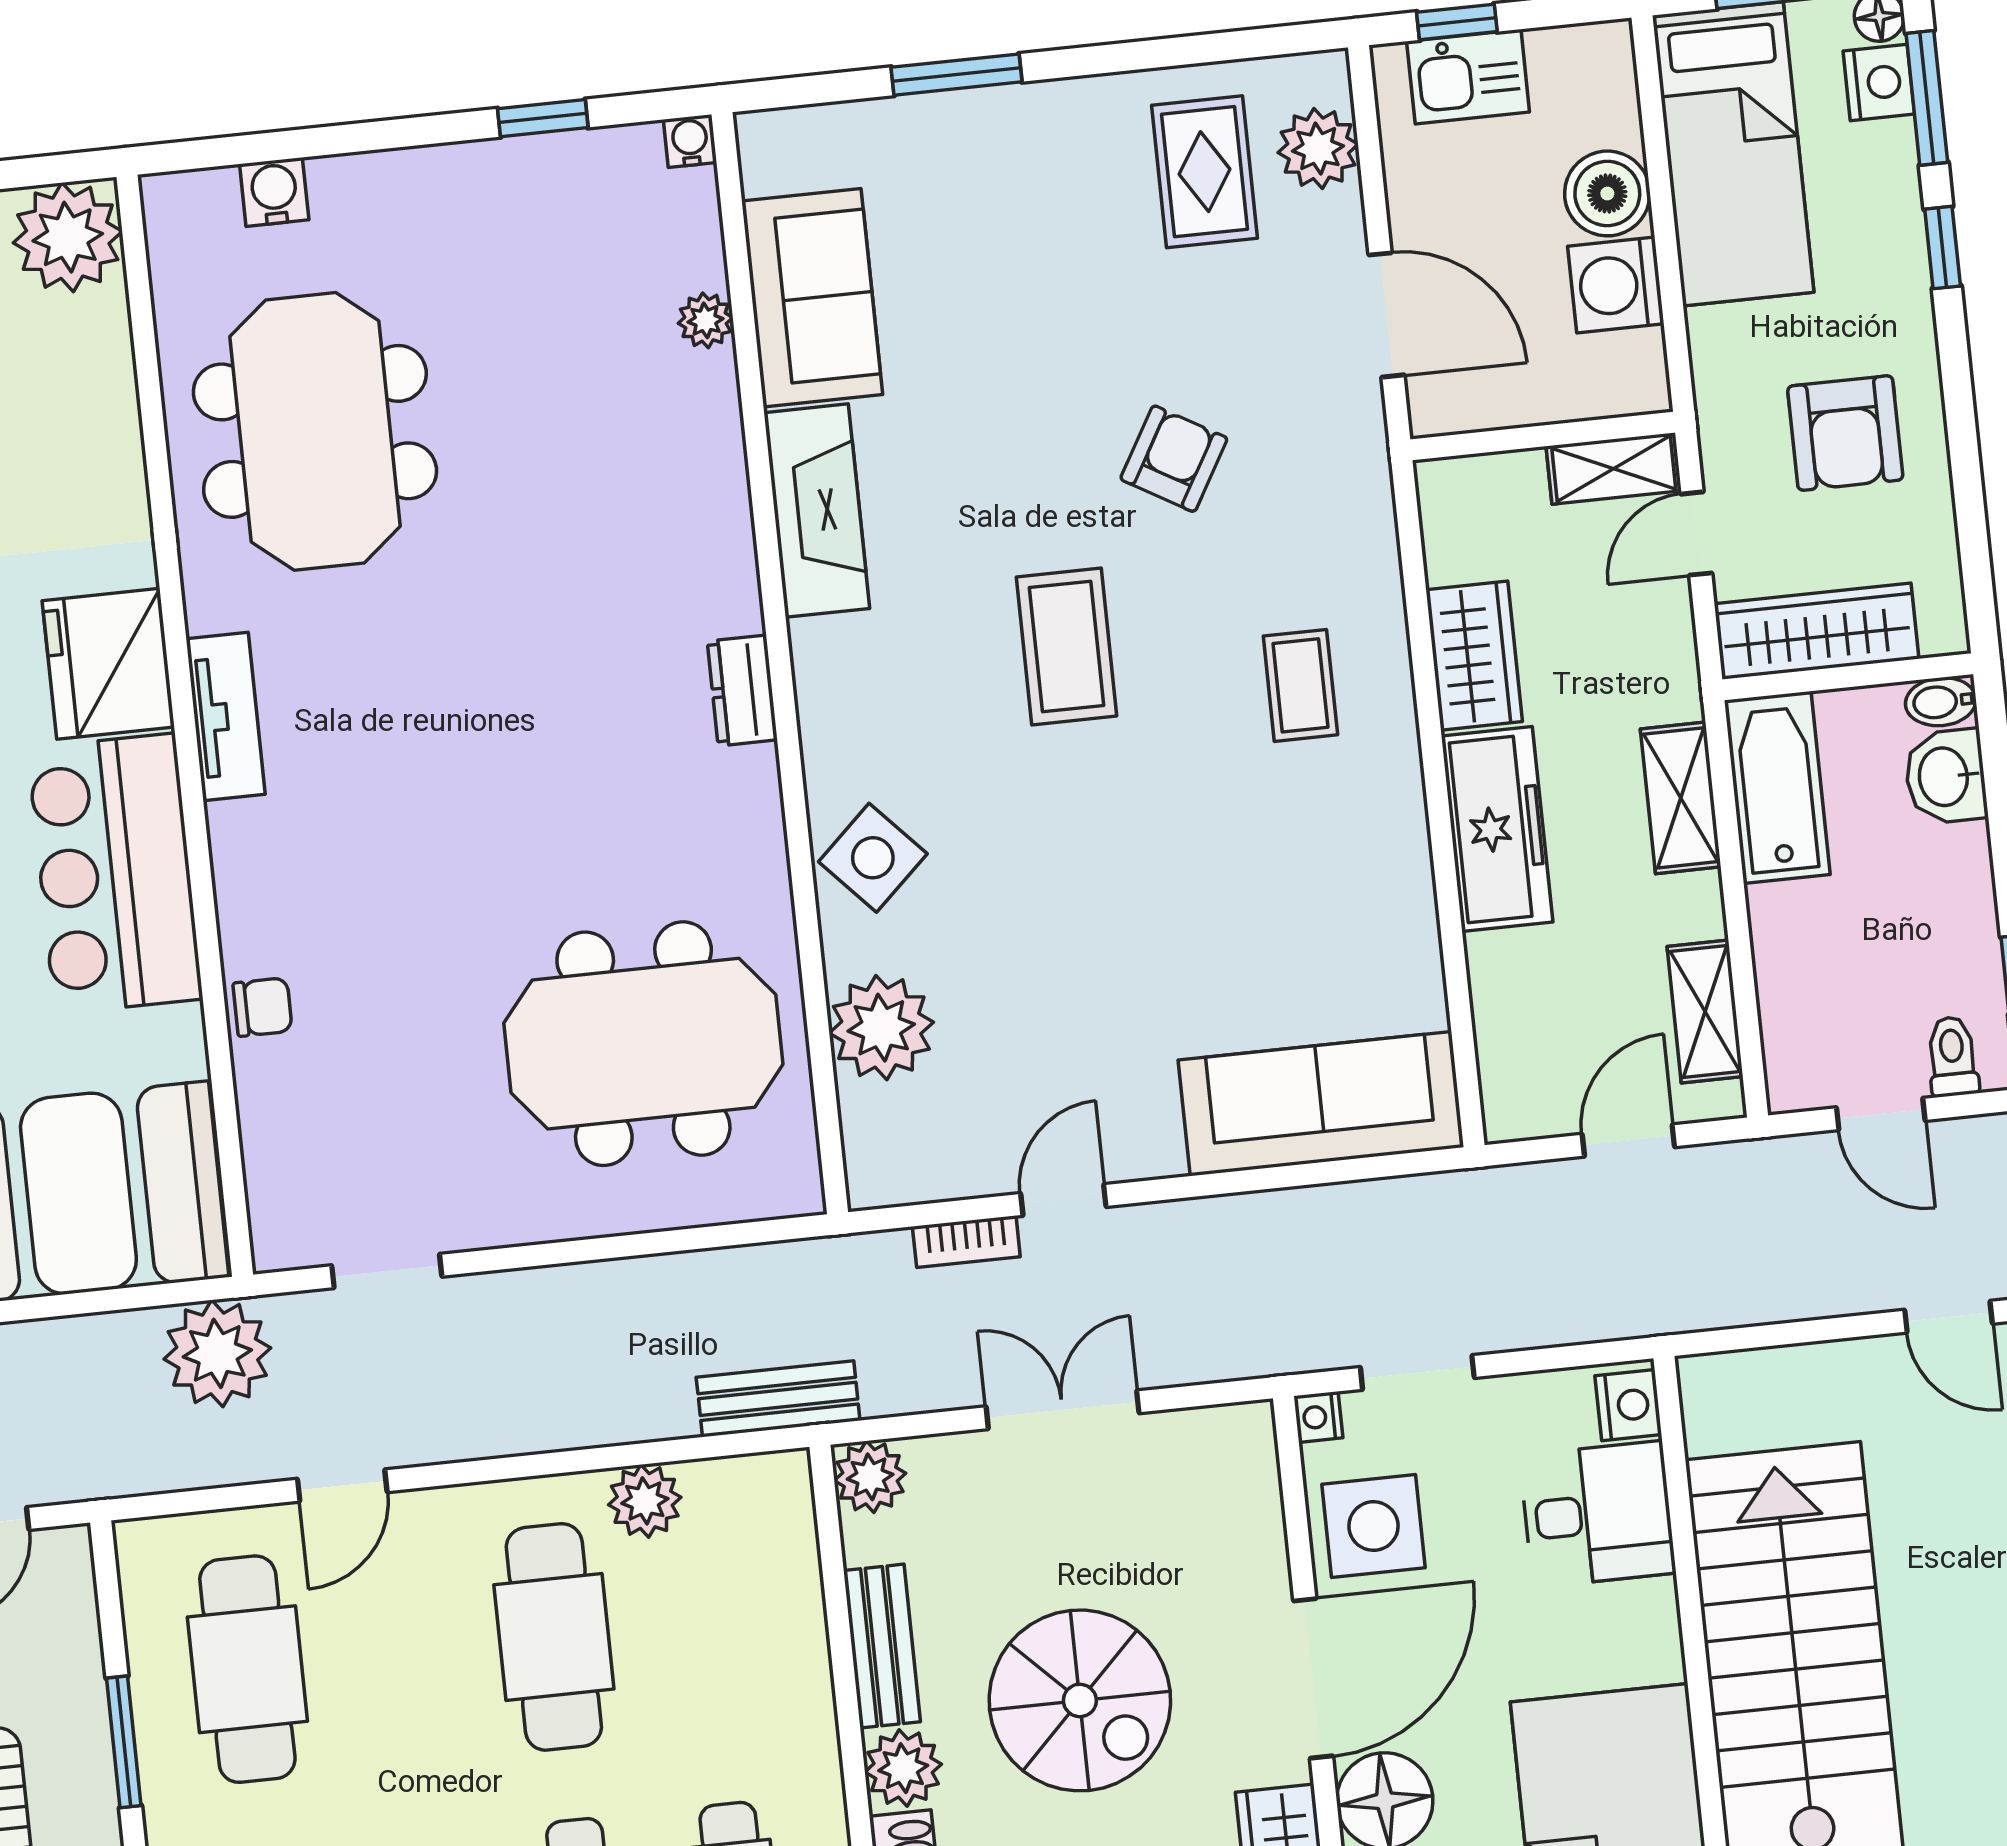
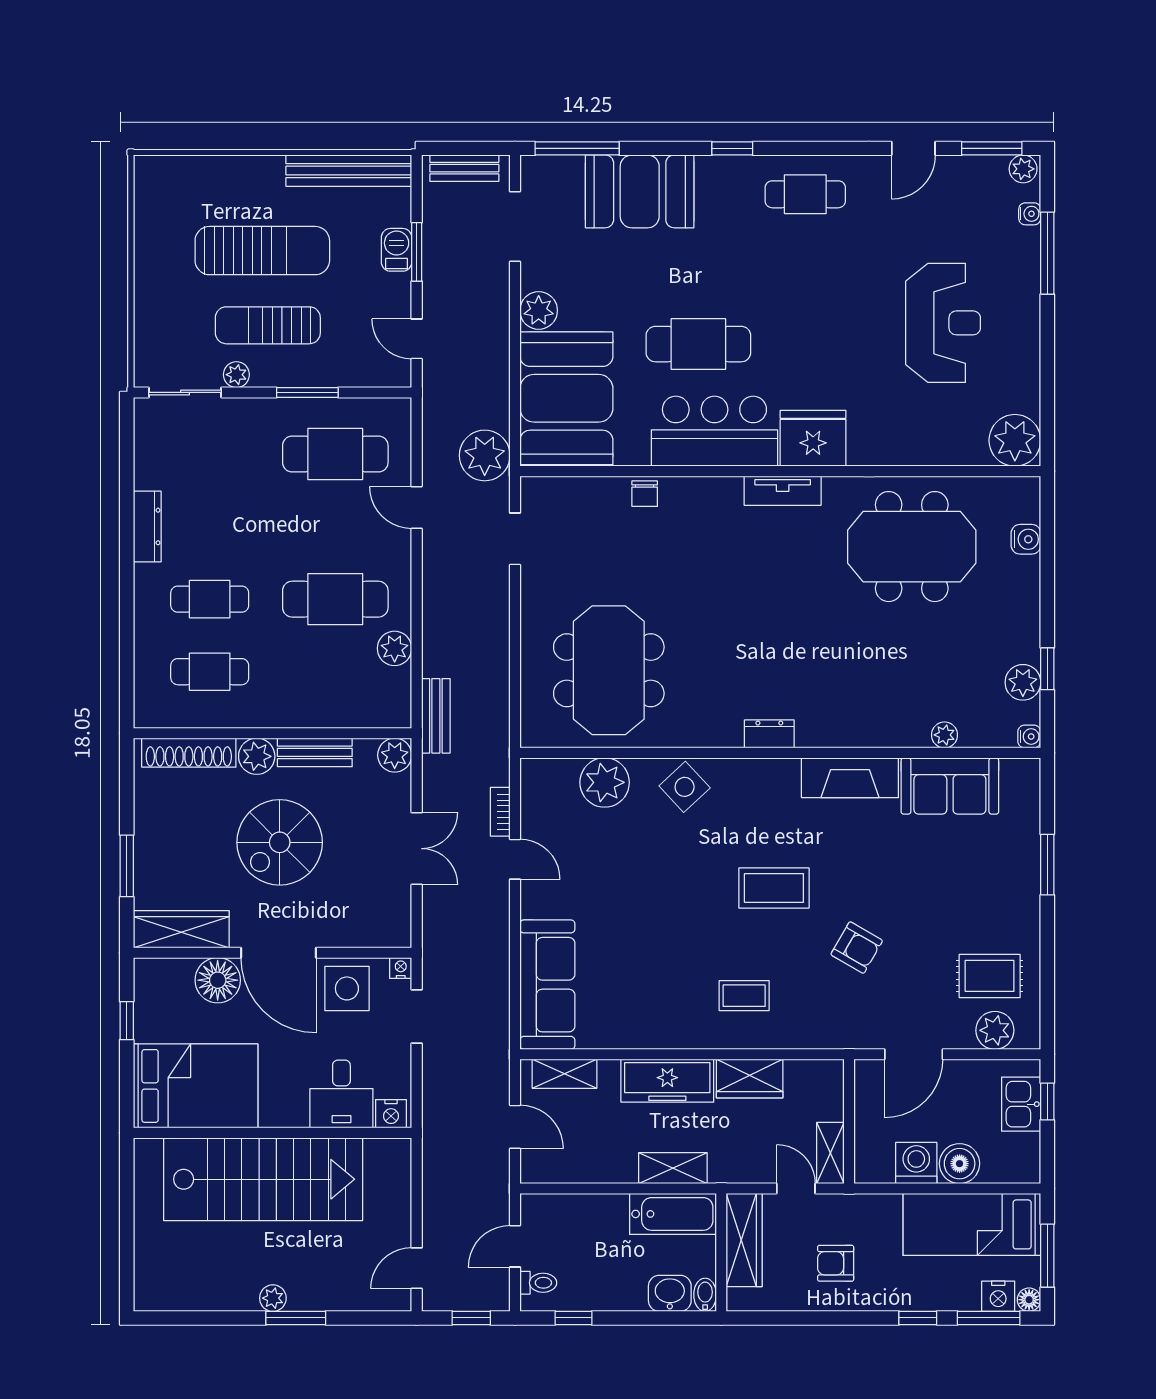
plant: (577, 167) -> (1023, 682), added
armchair: (1845, 433) -> (836, 1263), width x0.72, depth x0.72
shelving: (1705, 1012) -> (564, 1074), moved

